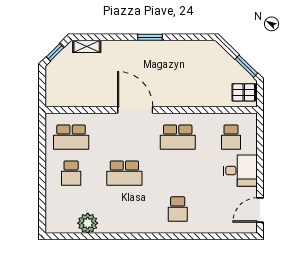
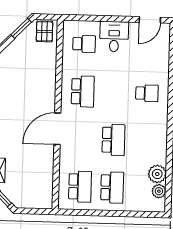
school desk: (71, 173) -> (112, 188), width x1.85
door: (260, 210) -> (150, 20), hinge flipped
plant: (68, 226) -> (159, 191), added

